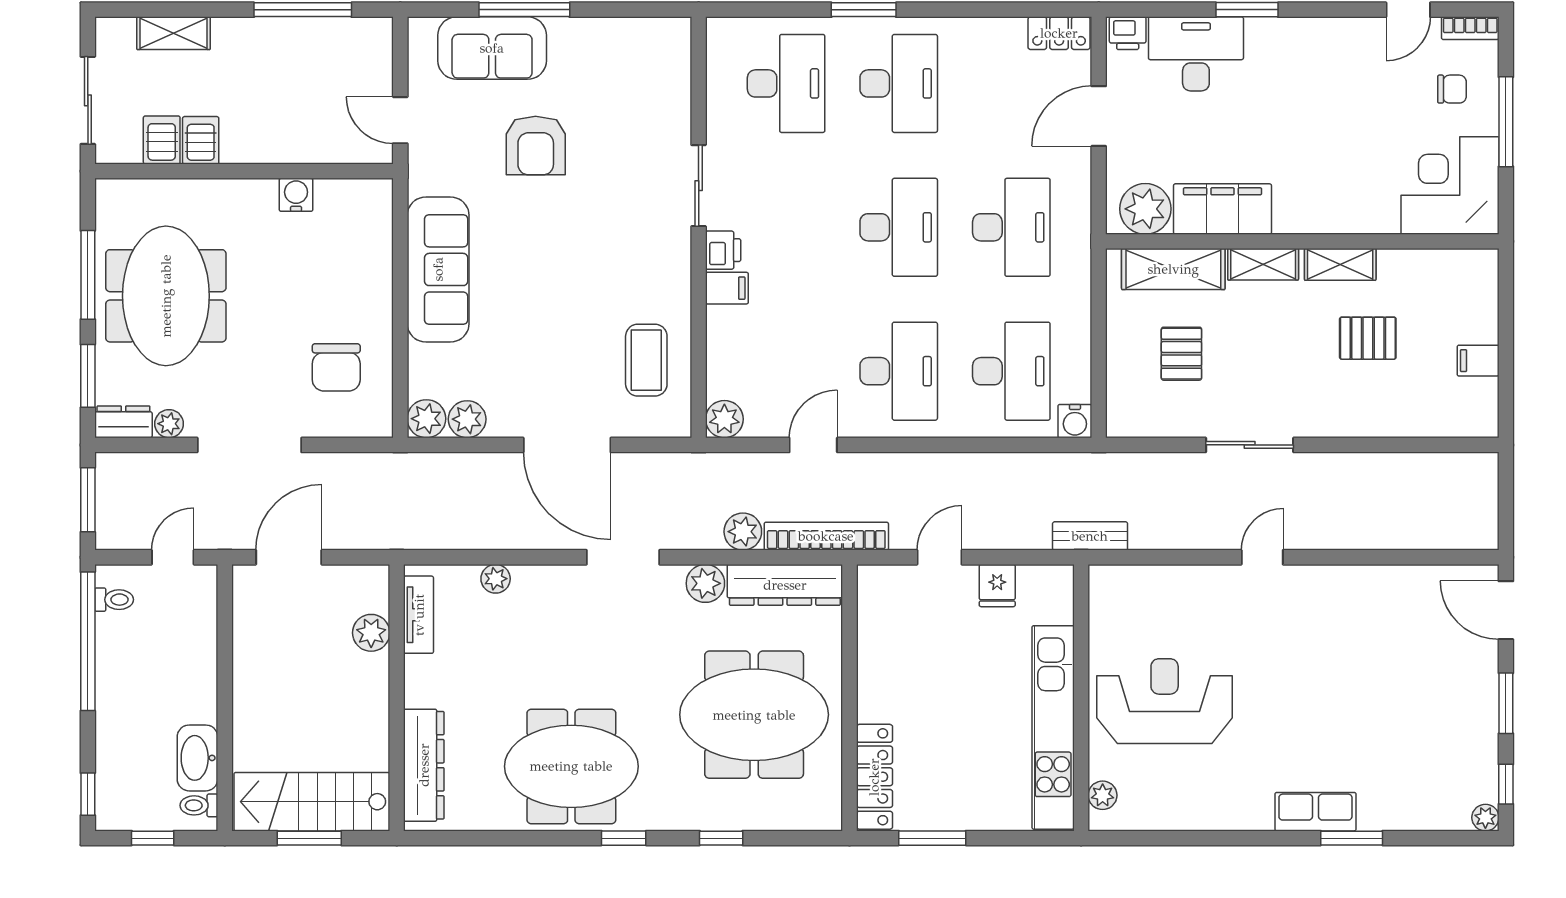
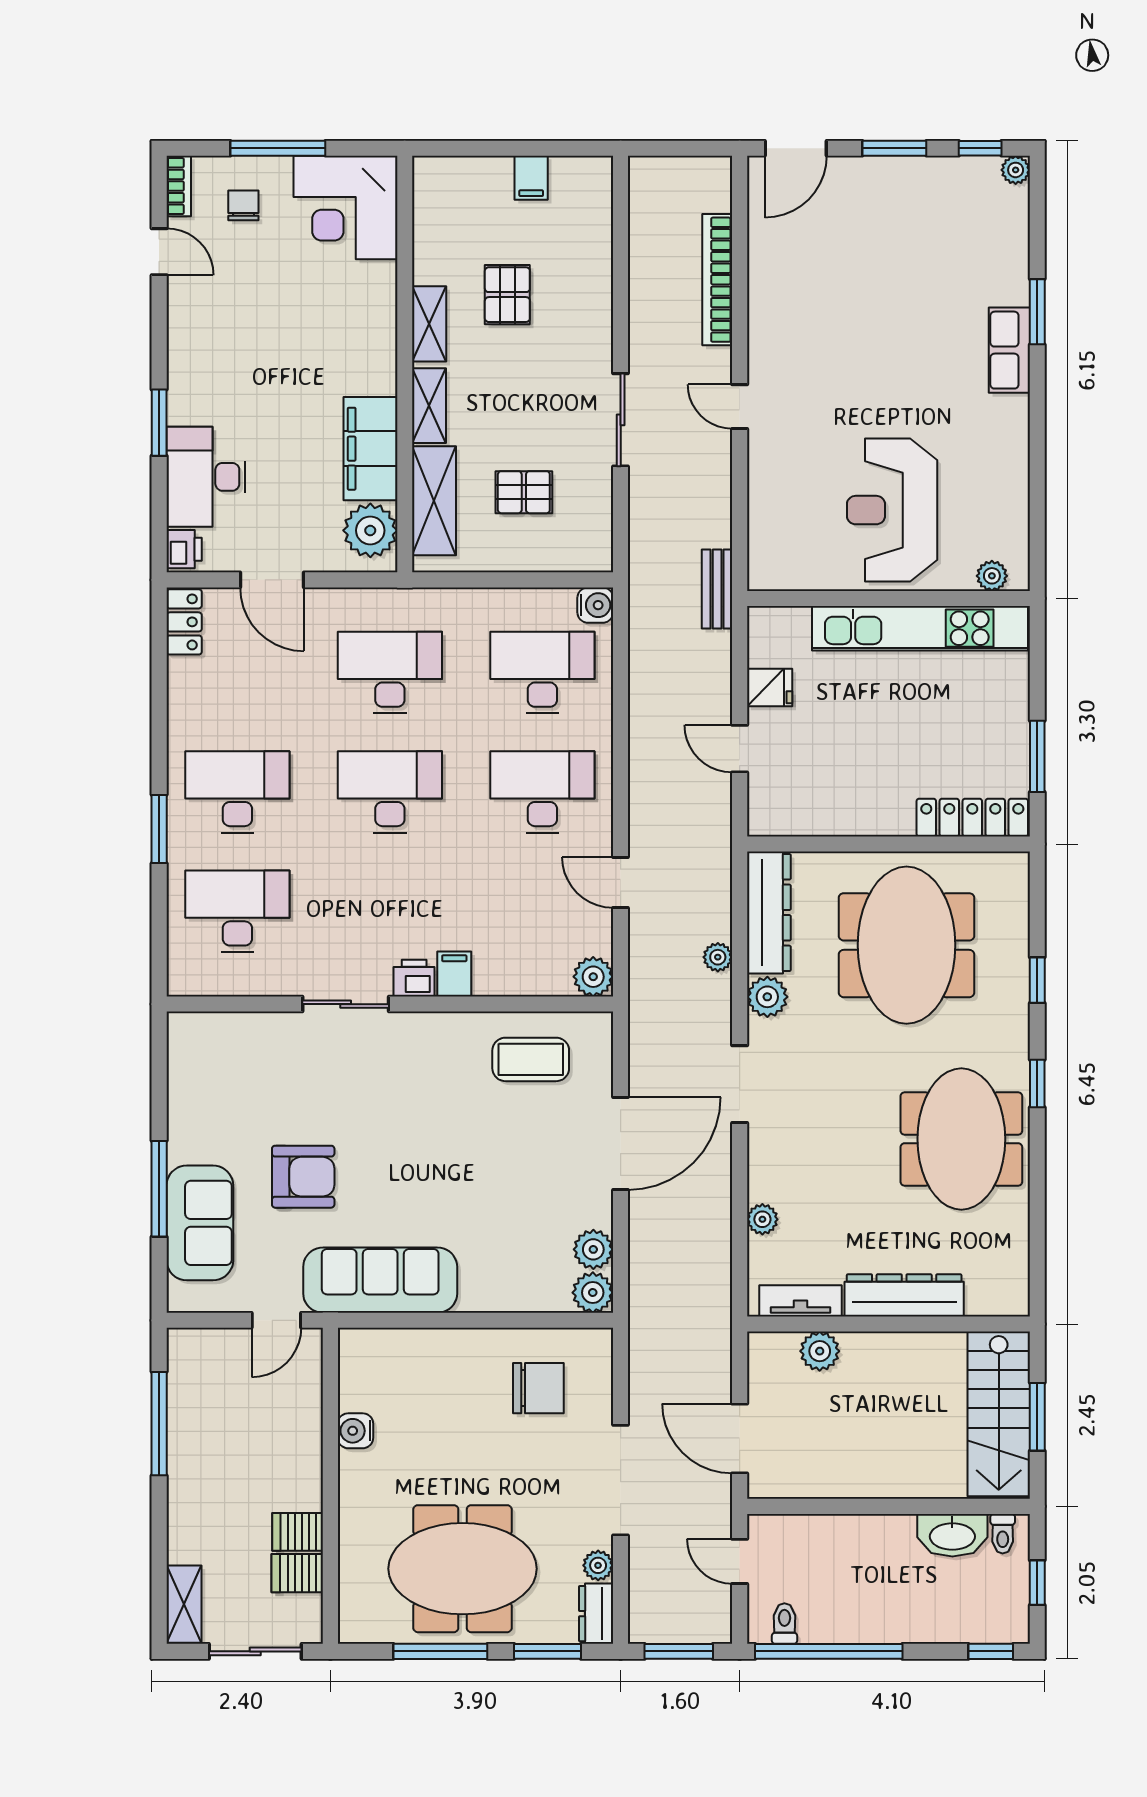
shelving: (173, 33) -> (184, 1604), moved
sofa: (438, 269) -> (380, 1280), moved
plant: (743, 532) -> (718, 957), width x0.73, depth x0.73
bookcase: (826, 536) -> (717, 280), moved
dresser: (424, 765) -> (904, 1295), moved

